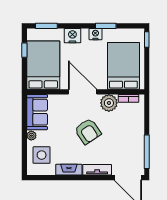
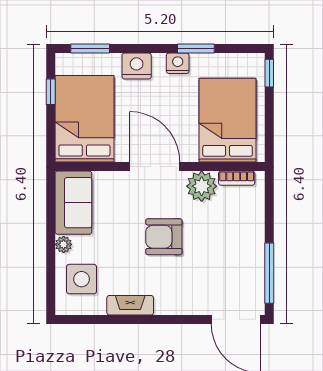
armchair: (88, 131) -> (164, 237), turned 124
tv unit: (97, 170) -> (181, 305), removed

